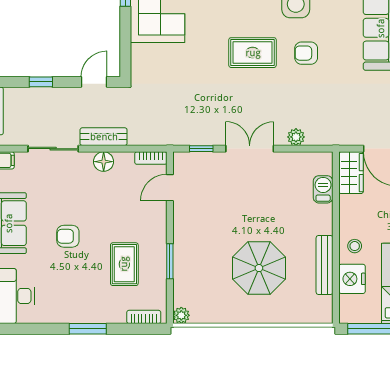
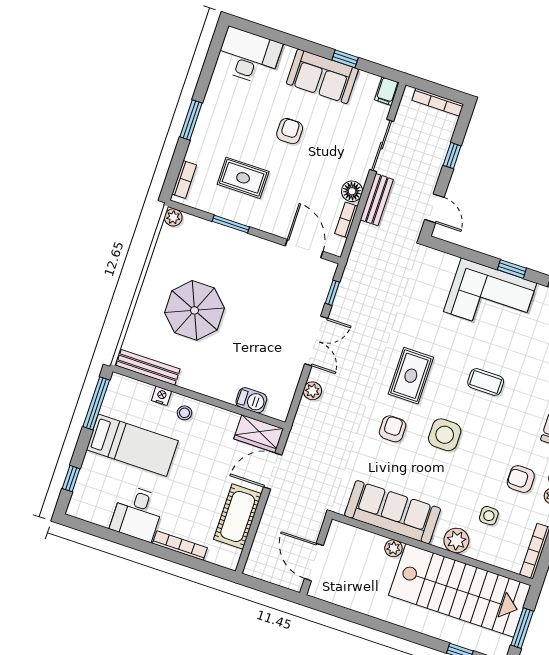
bookcase: (151, 158) -> (346, 220), moved
door: (170, 188) -> (304, 249), width x1.38
bench: (325, 265) -> (148, 367), moved
nightstand: (352, 279) -> (162, 396), width x0.53, depth x0.56

